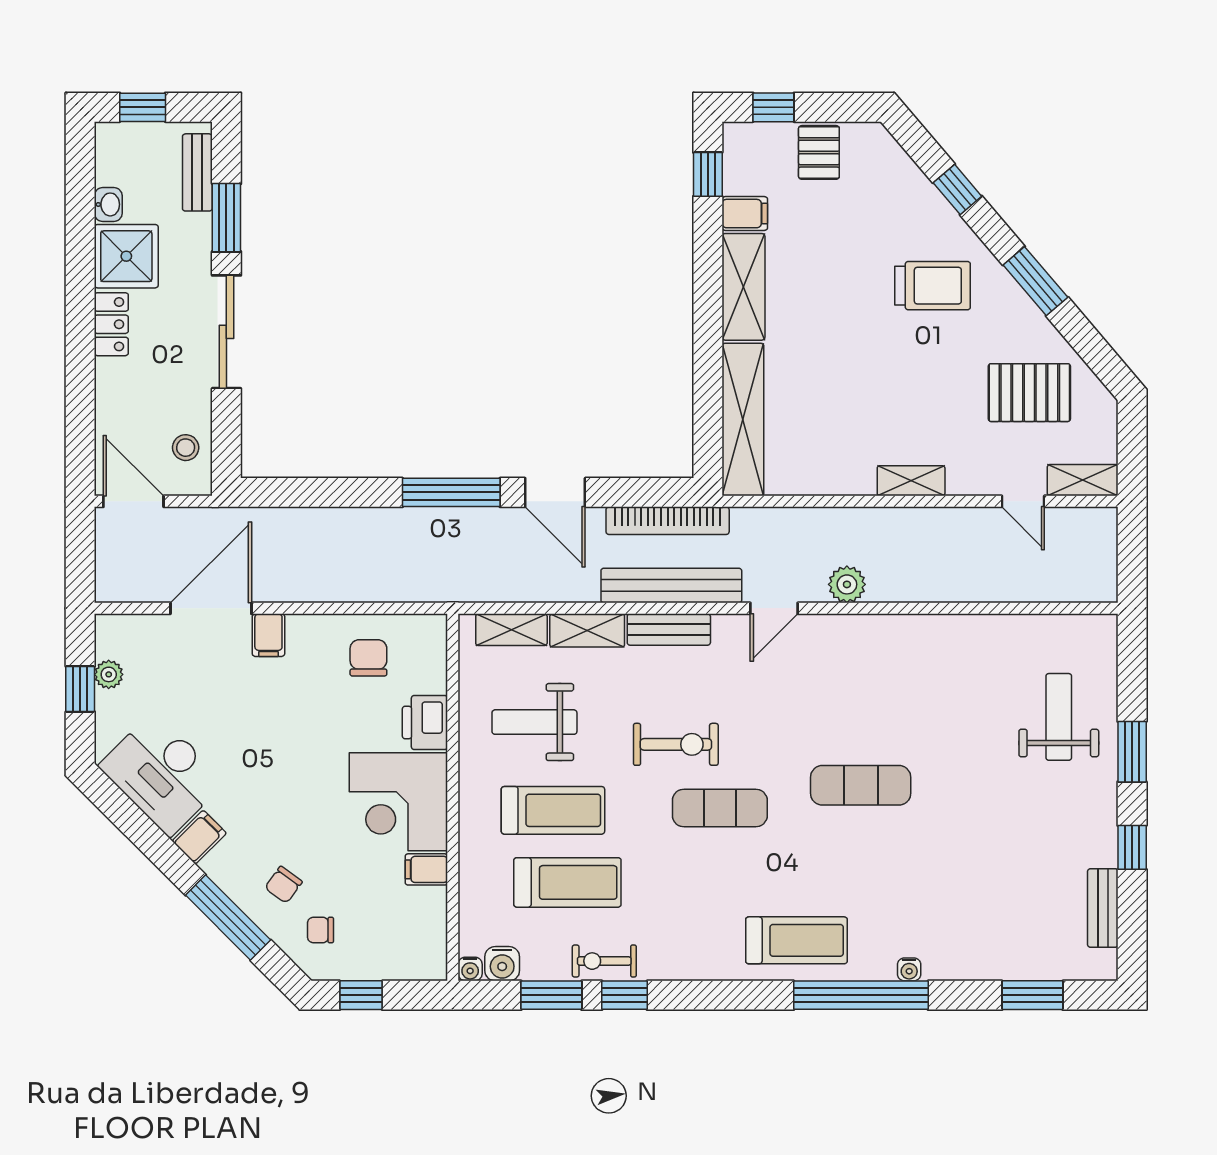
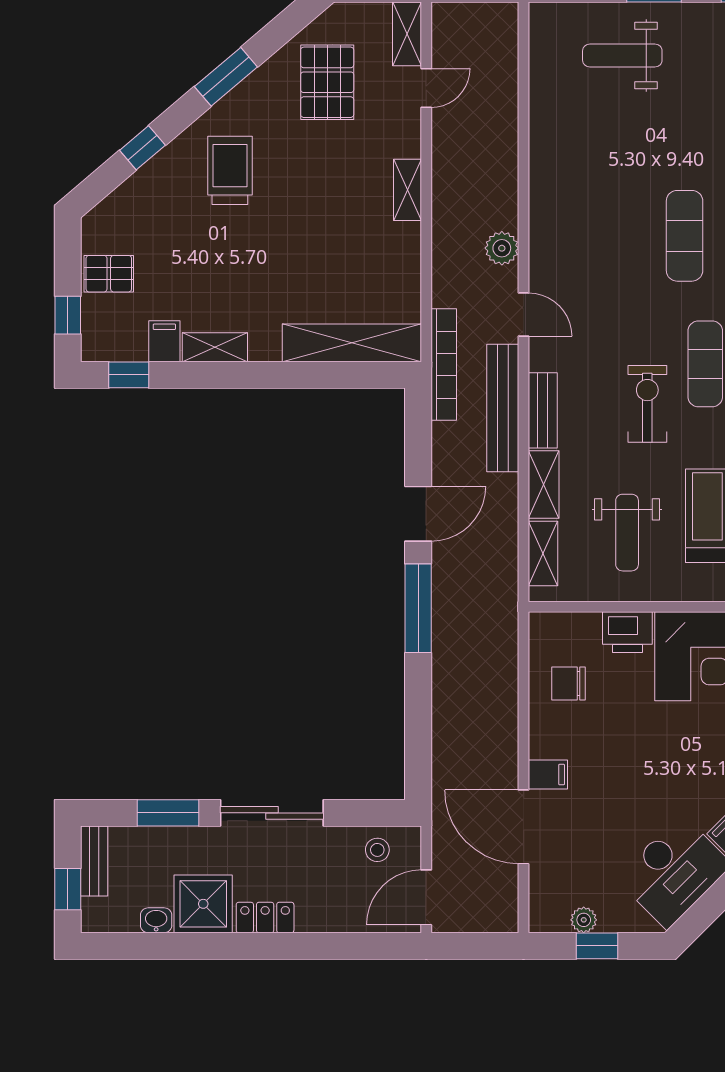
bench: (197, 172) -> (94, 861), moved, turned 90
shelving: (743, 287) -> (215, 347), width x0.67, depth x0.75
bookcase: (668, 521) -> (444, 365), moved

